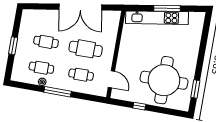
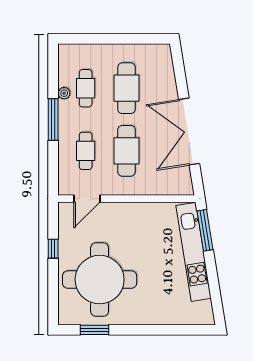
window: (167, 8) -> (205, 230), moved
cafe table: (46, 42) -> (126, 88), width x1.37, depth x1.35
window: (13, 46) -> (112, 39), removed

